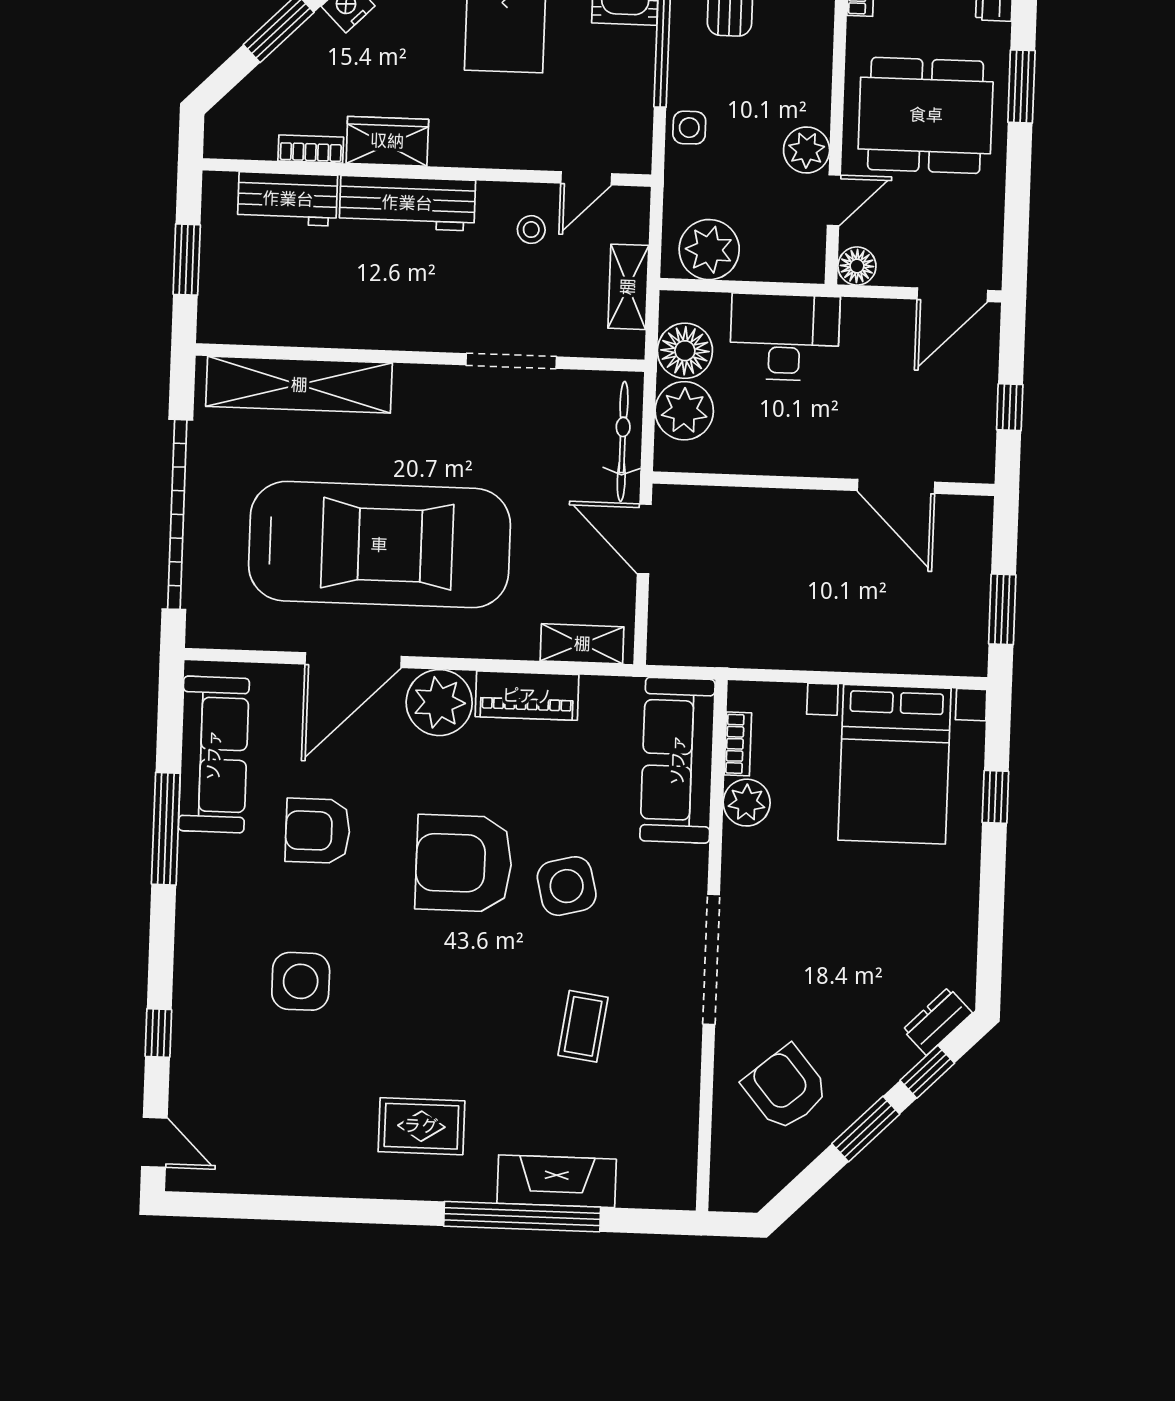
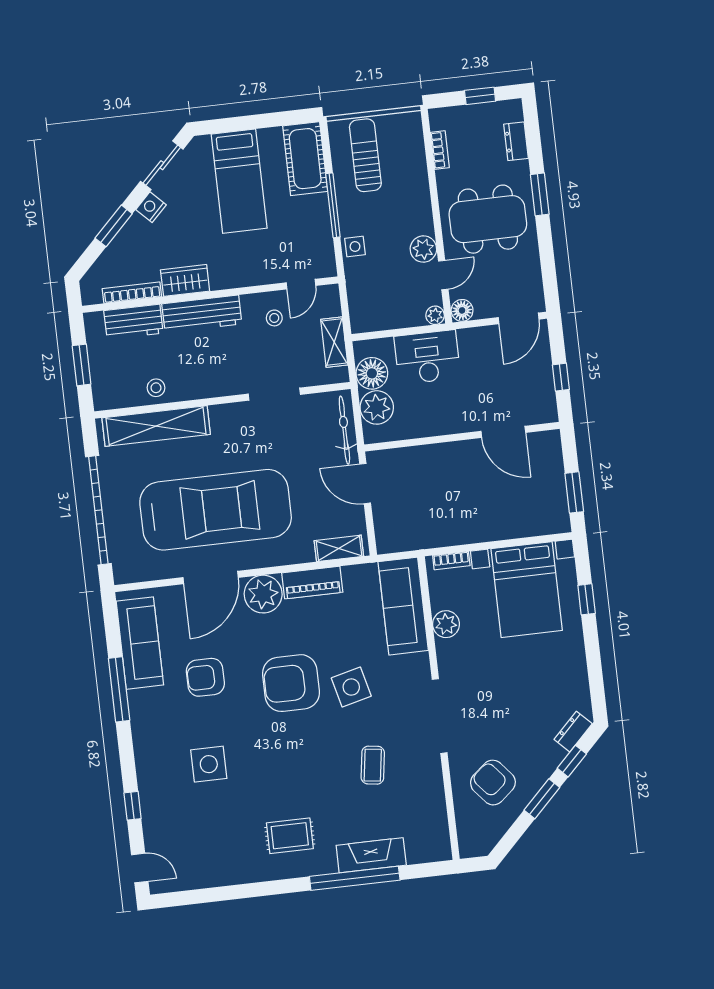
bookcase: (311, 149) -> (132, 293), width x1.56
plant: (709, 250) -> (435, 315), moved, width x0.53, depth x0.53
stool: (309, 319) -> (156, 388), added
bookcase: (738, 744) -> (451, 561), moved, turned 90

